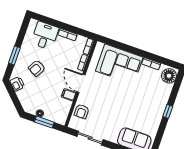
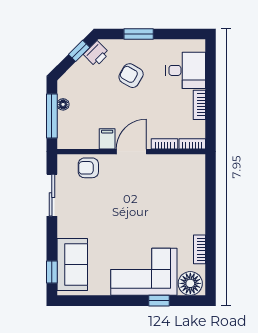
corner sofa: (119, 64) -> (144, 272), moved, turned 90
window: (12, 93) -> (79, 51), added
window: (168, 111) -> (159, 301), moved
window: (44, 122) -> (52, 116), width x1.44

